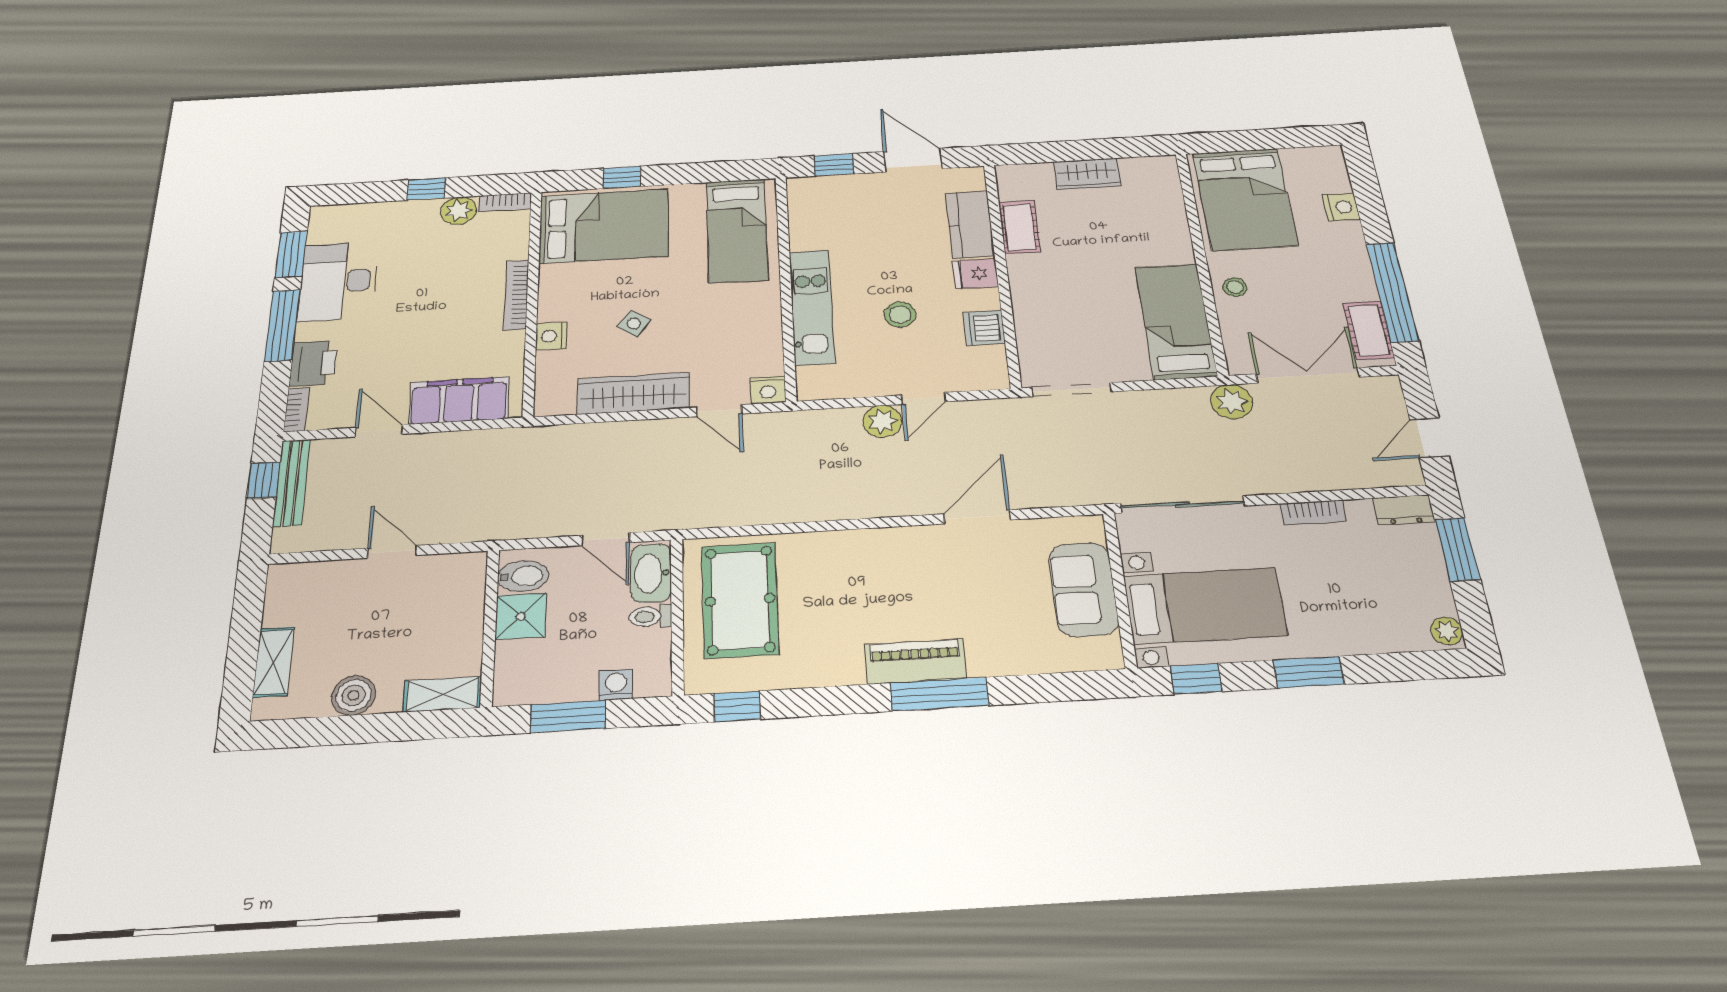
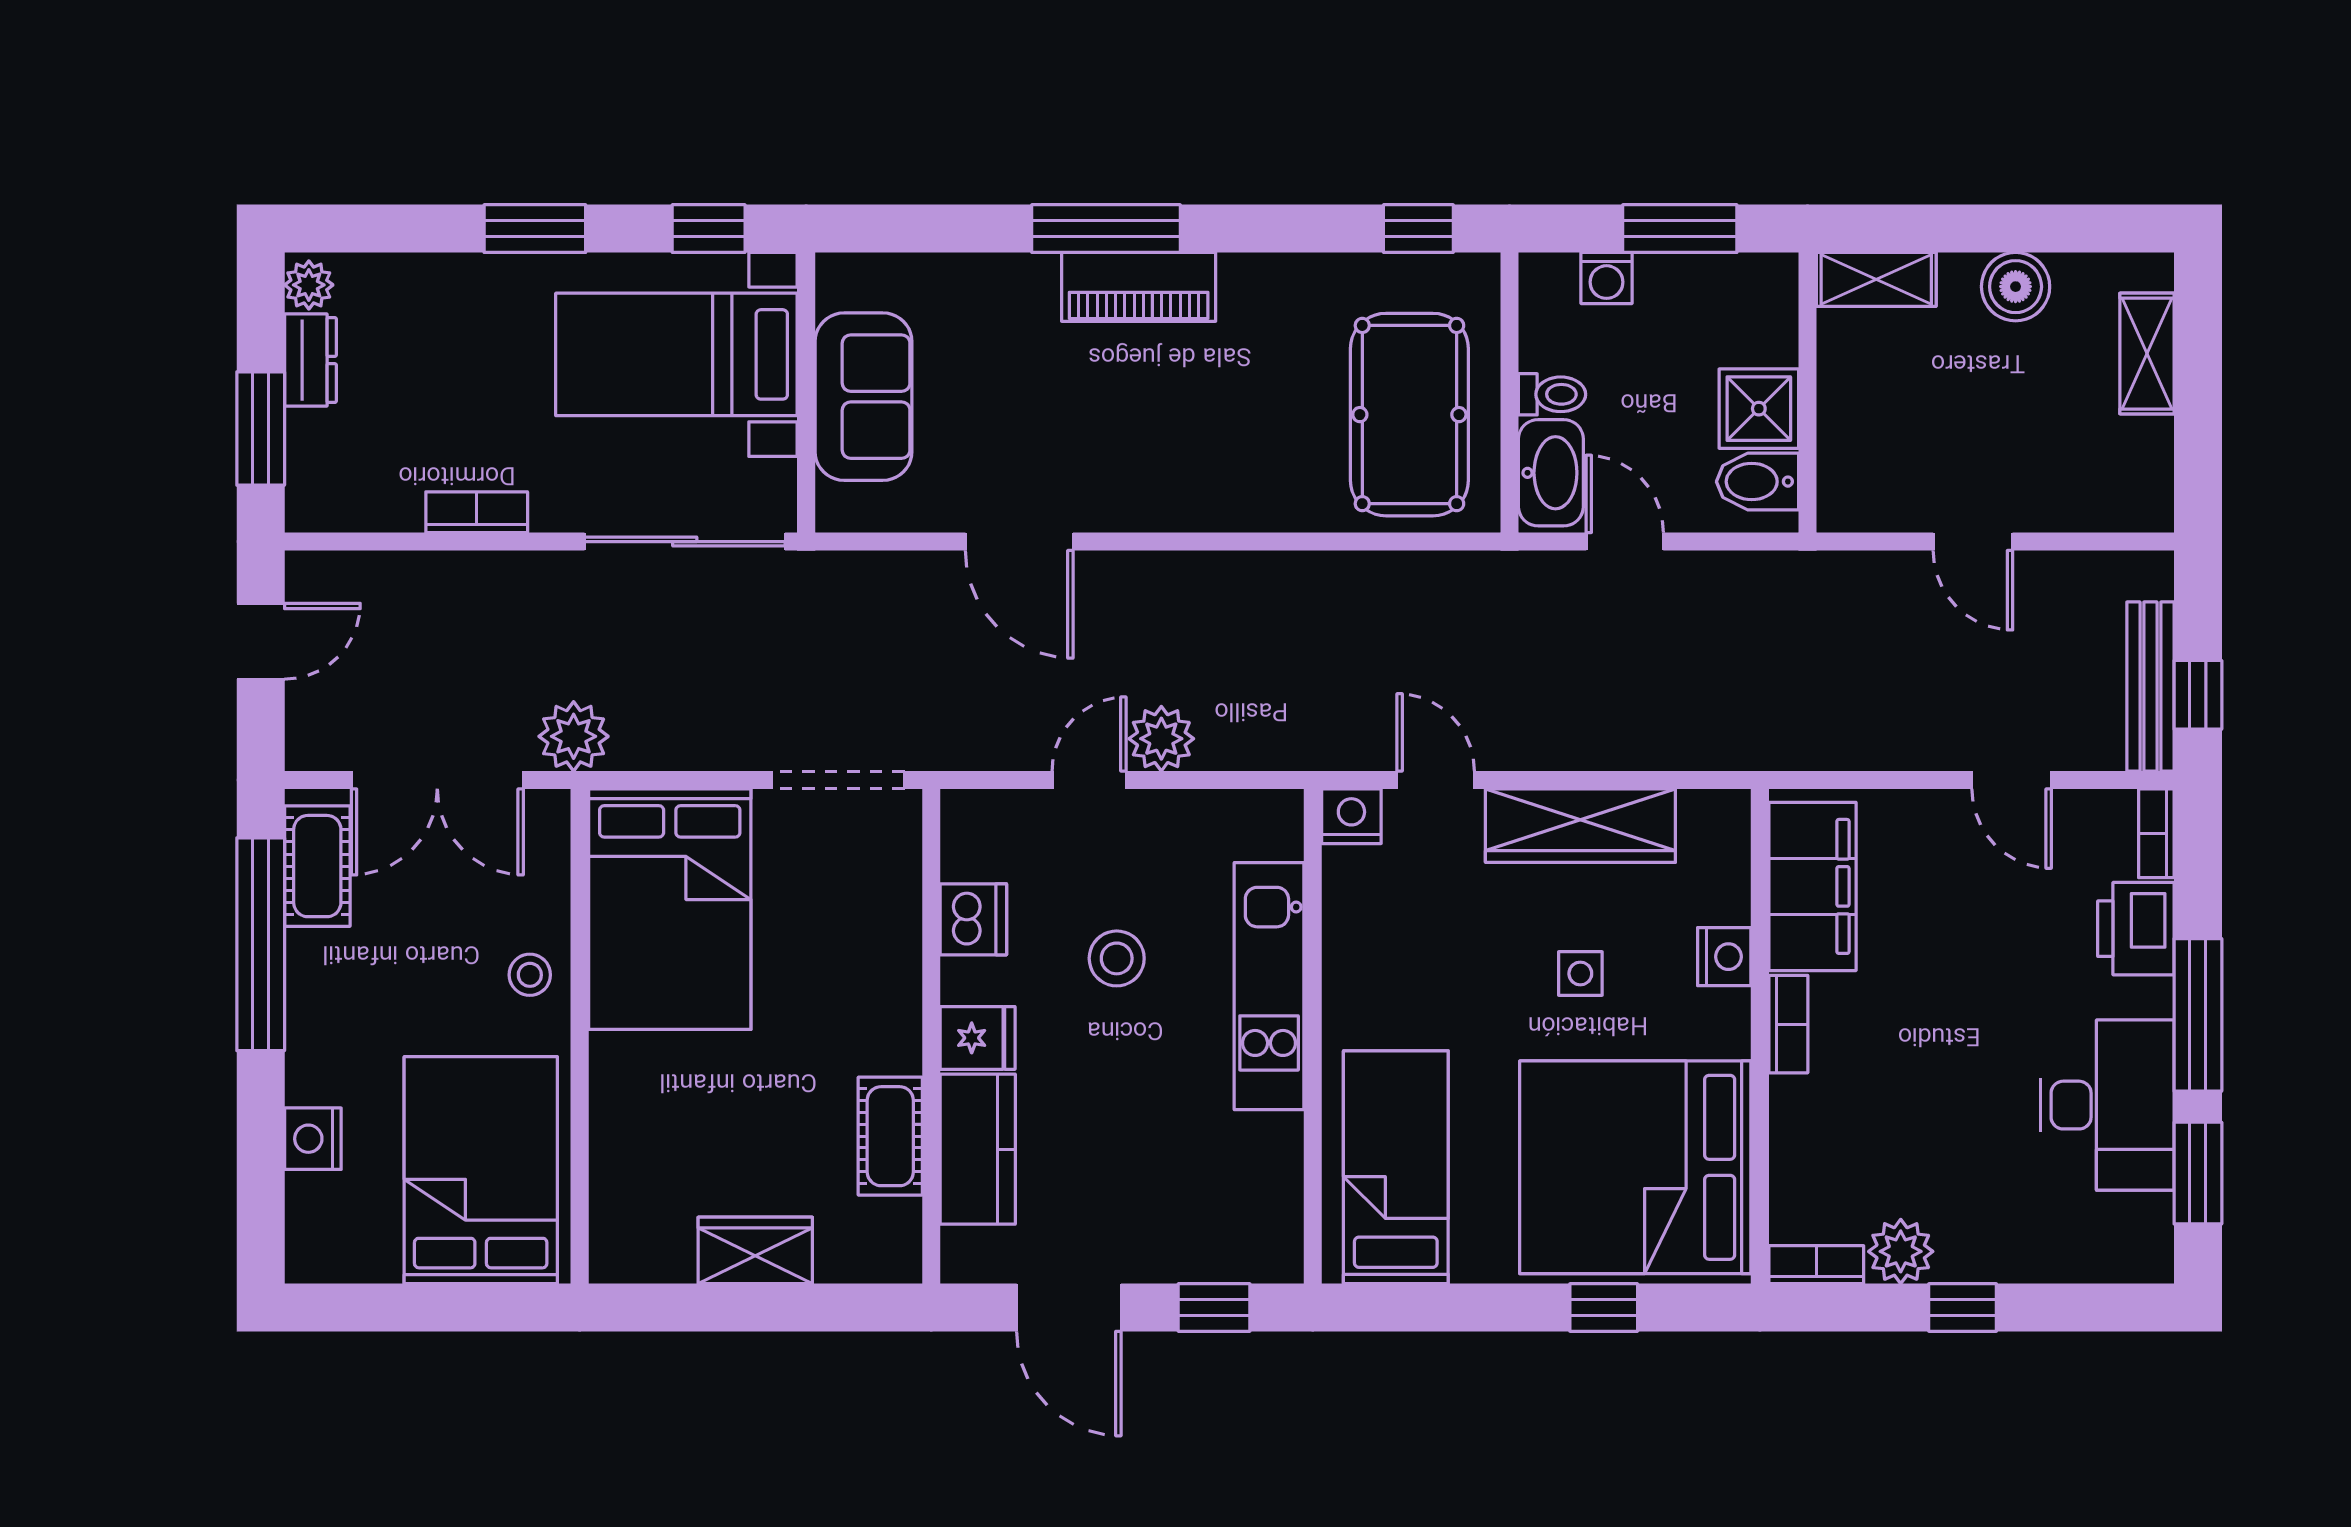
bed: (604, 226) -> (1635, 1167), width x1.36
bookcase: (516, 295) -> (1788, 1024), width x0.64
bed: (1176, 321) -> (670, 909), width x1.50
side table: (634, 323) -> (1580, 974), turned -35
filing cabinet: (459, 400) -> (1812, 886), moved, turned -90
dresser: (1404, 510) -> (310, 360), moved, turned 90
door: (977, 517) -> (1019, 542), hinge flipped

